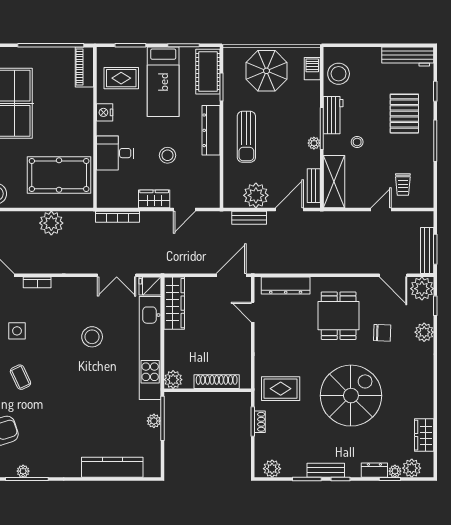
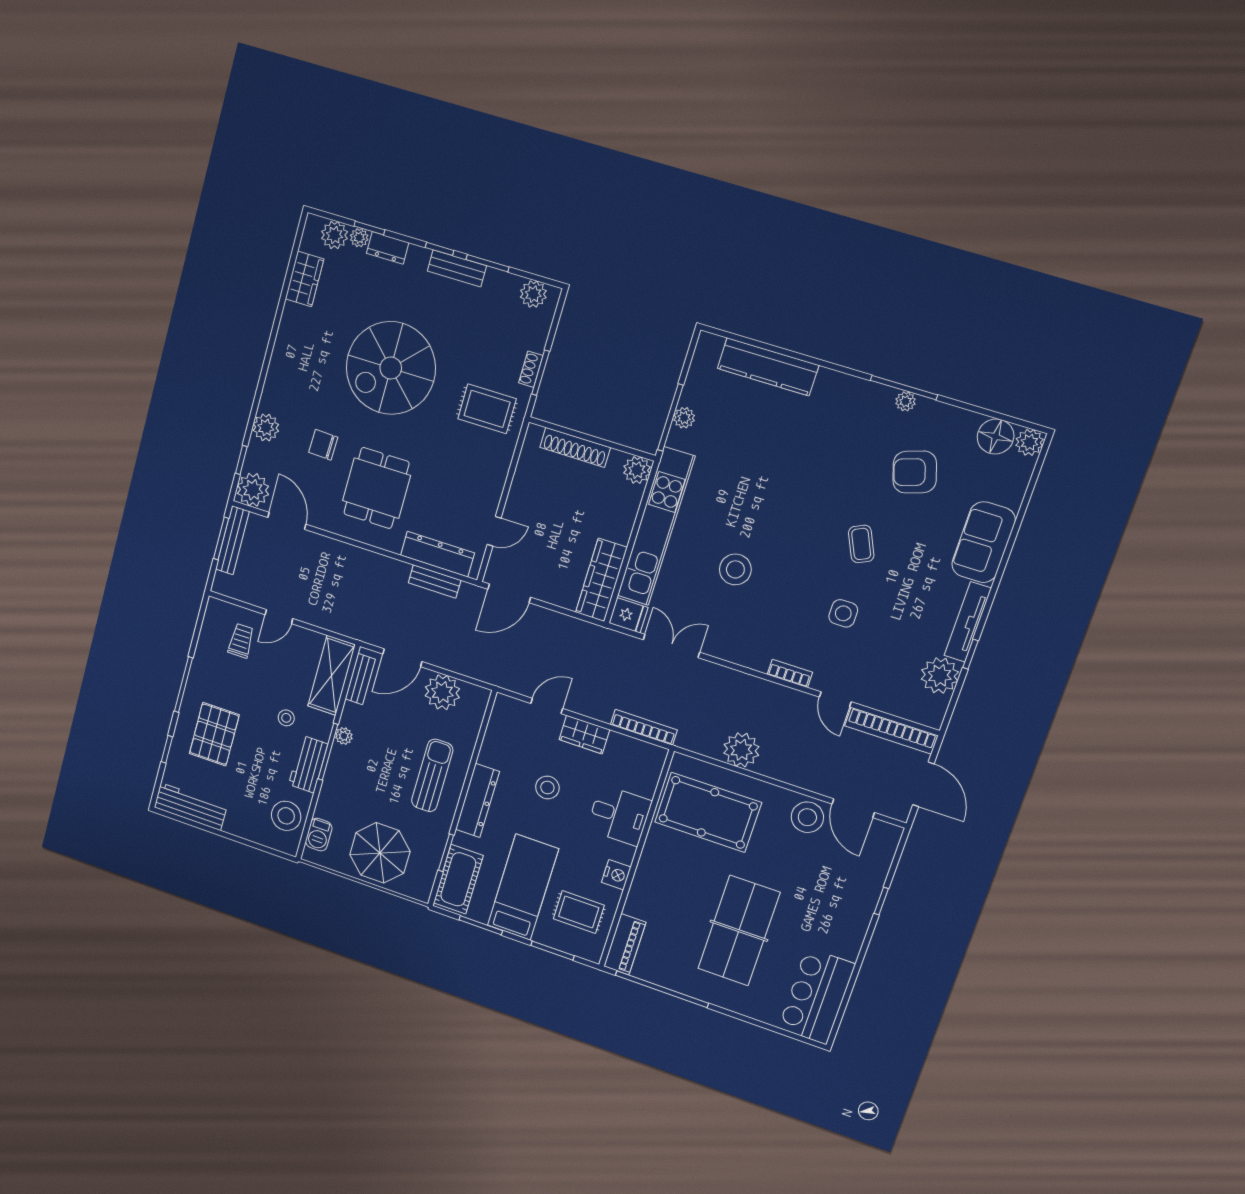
bench: (249, 218) -> (435, 582), moved
door: (253, 312) -> (494, 531), hinge flipped

